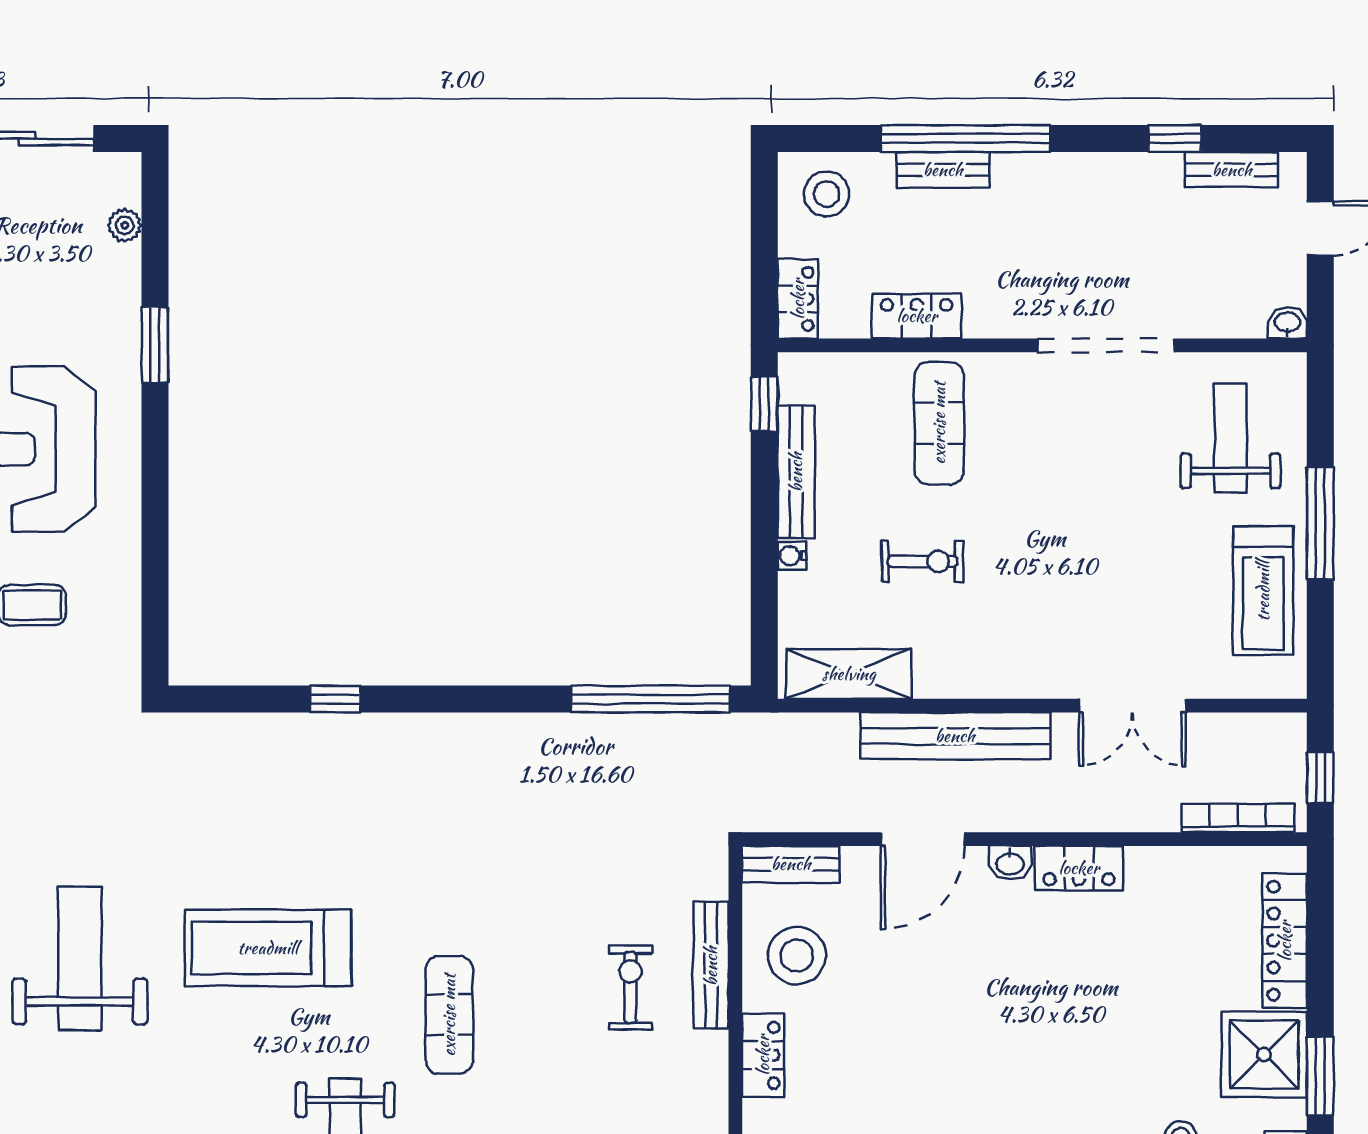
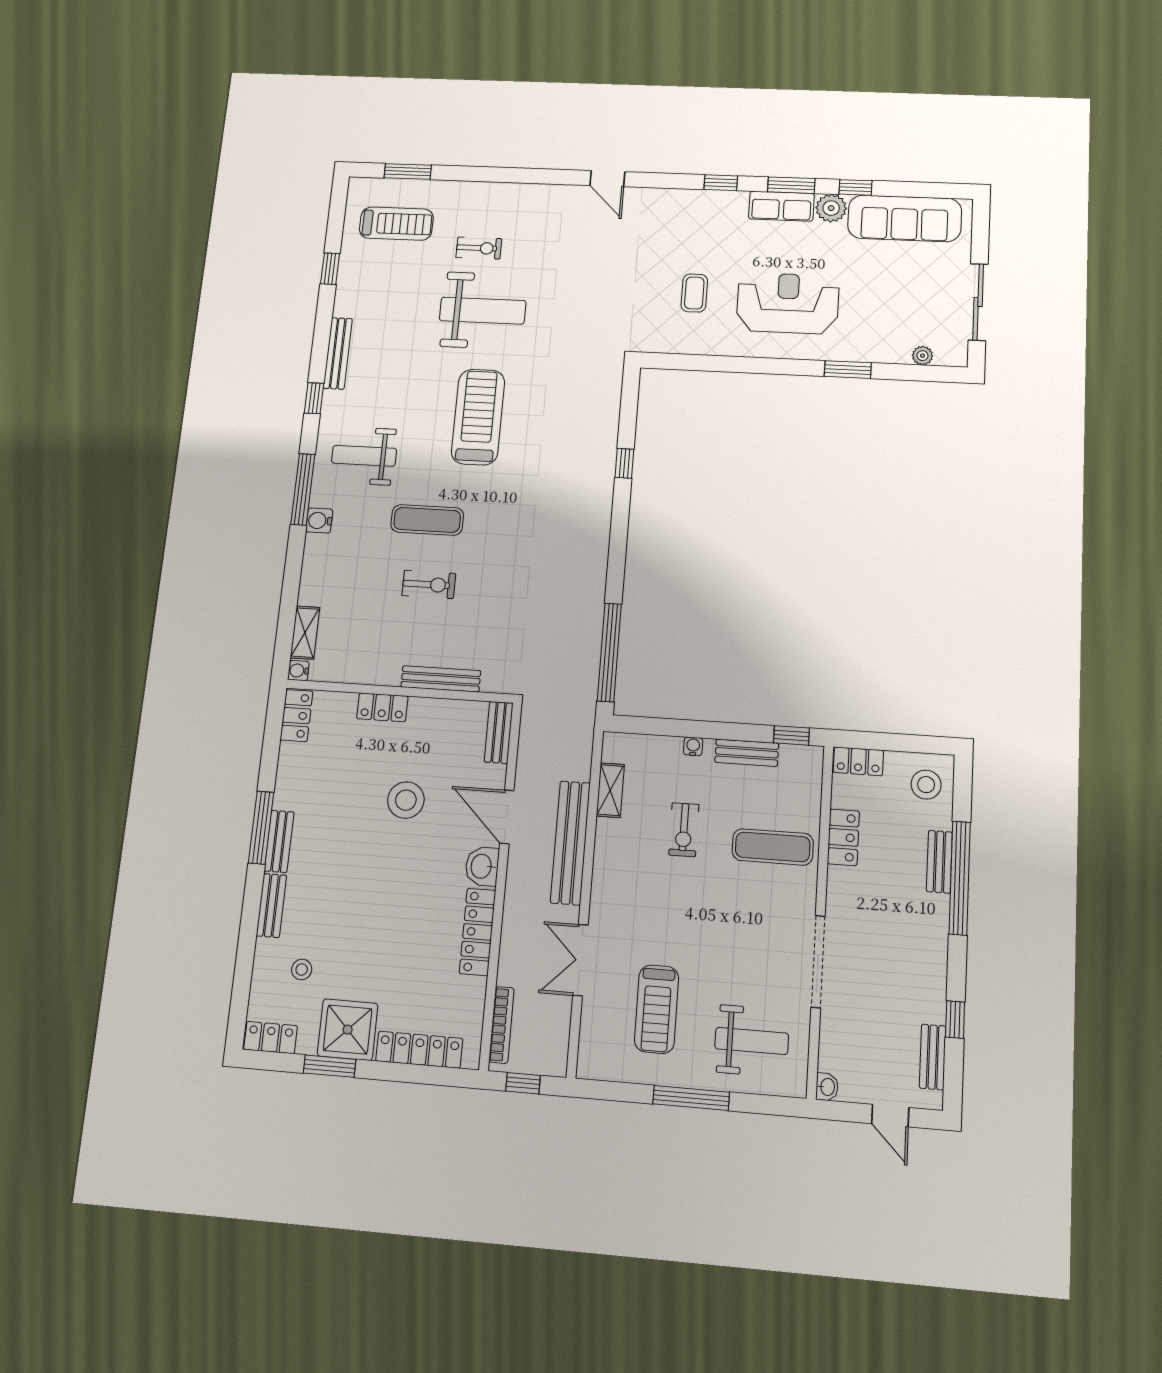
bench: (796, 472) -> (747, 753), width x0.73
treadmill: (1263, 591) -> (657, 1009), moved, turned -90
shelving: (849, 674) -> (610, 790), width x0.67, depth x0.75
washbasin: (1010, 863) -> (482, 866), width x1.38, depth x1.45
locker: (1079, 868) -> (478, 932), width x1.53
stool: (797, 956) -> (406, 800), moved
exercise bike: (630, 987) -> (429, 584), moved

